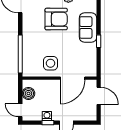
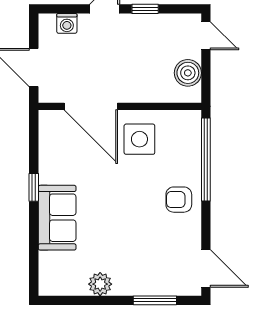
armchair: (56, 19) -> (179, 200), moved, width x0.53, depth x0.53
door: (73, 78) -> (91, 106), swing flipped
washing machine: (47, 116) -> (67, 23), moved

